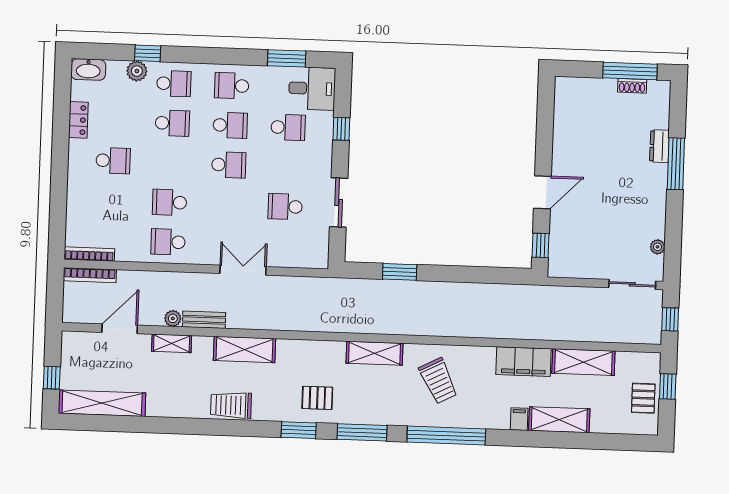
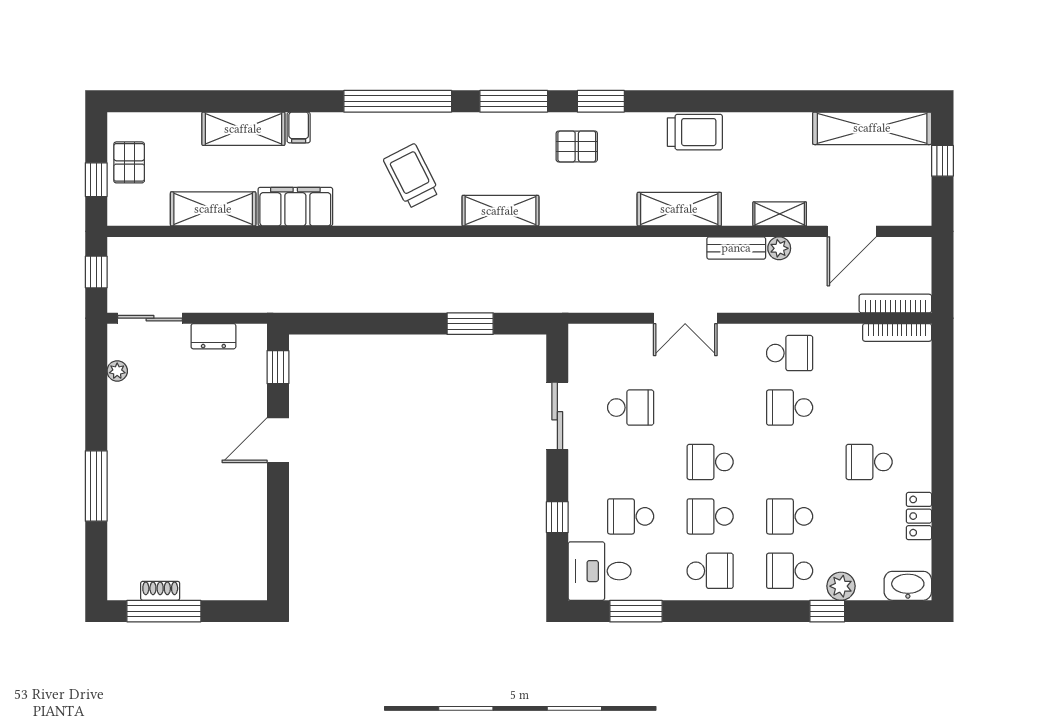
dresser: (659, 146) -> (213, 336), moved, turned 90
school desk: (169, 202) -> (790, 408), turned 180

